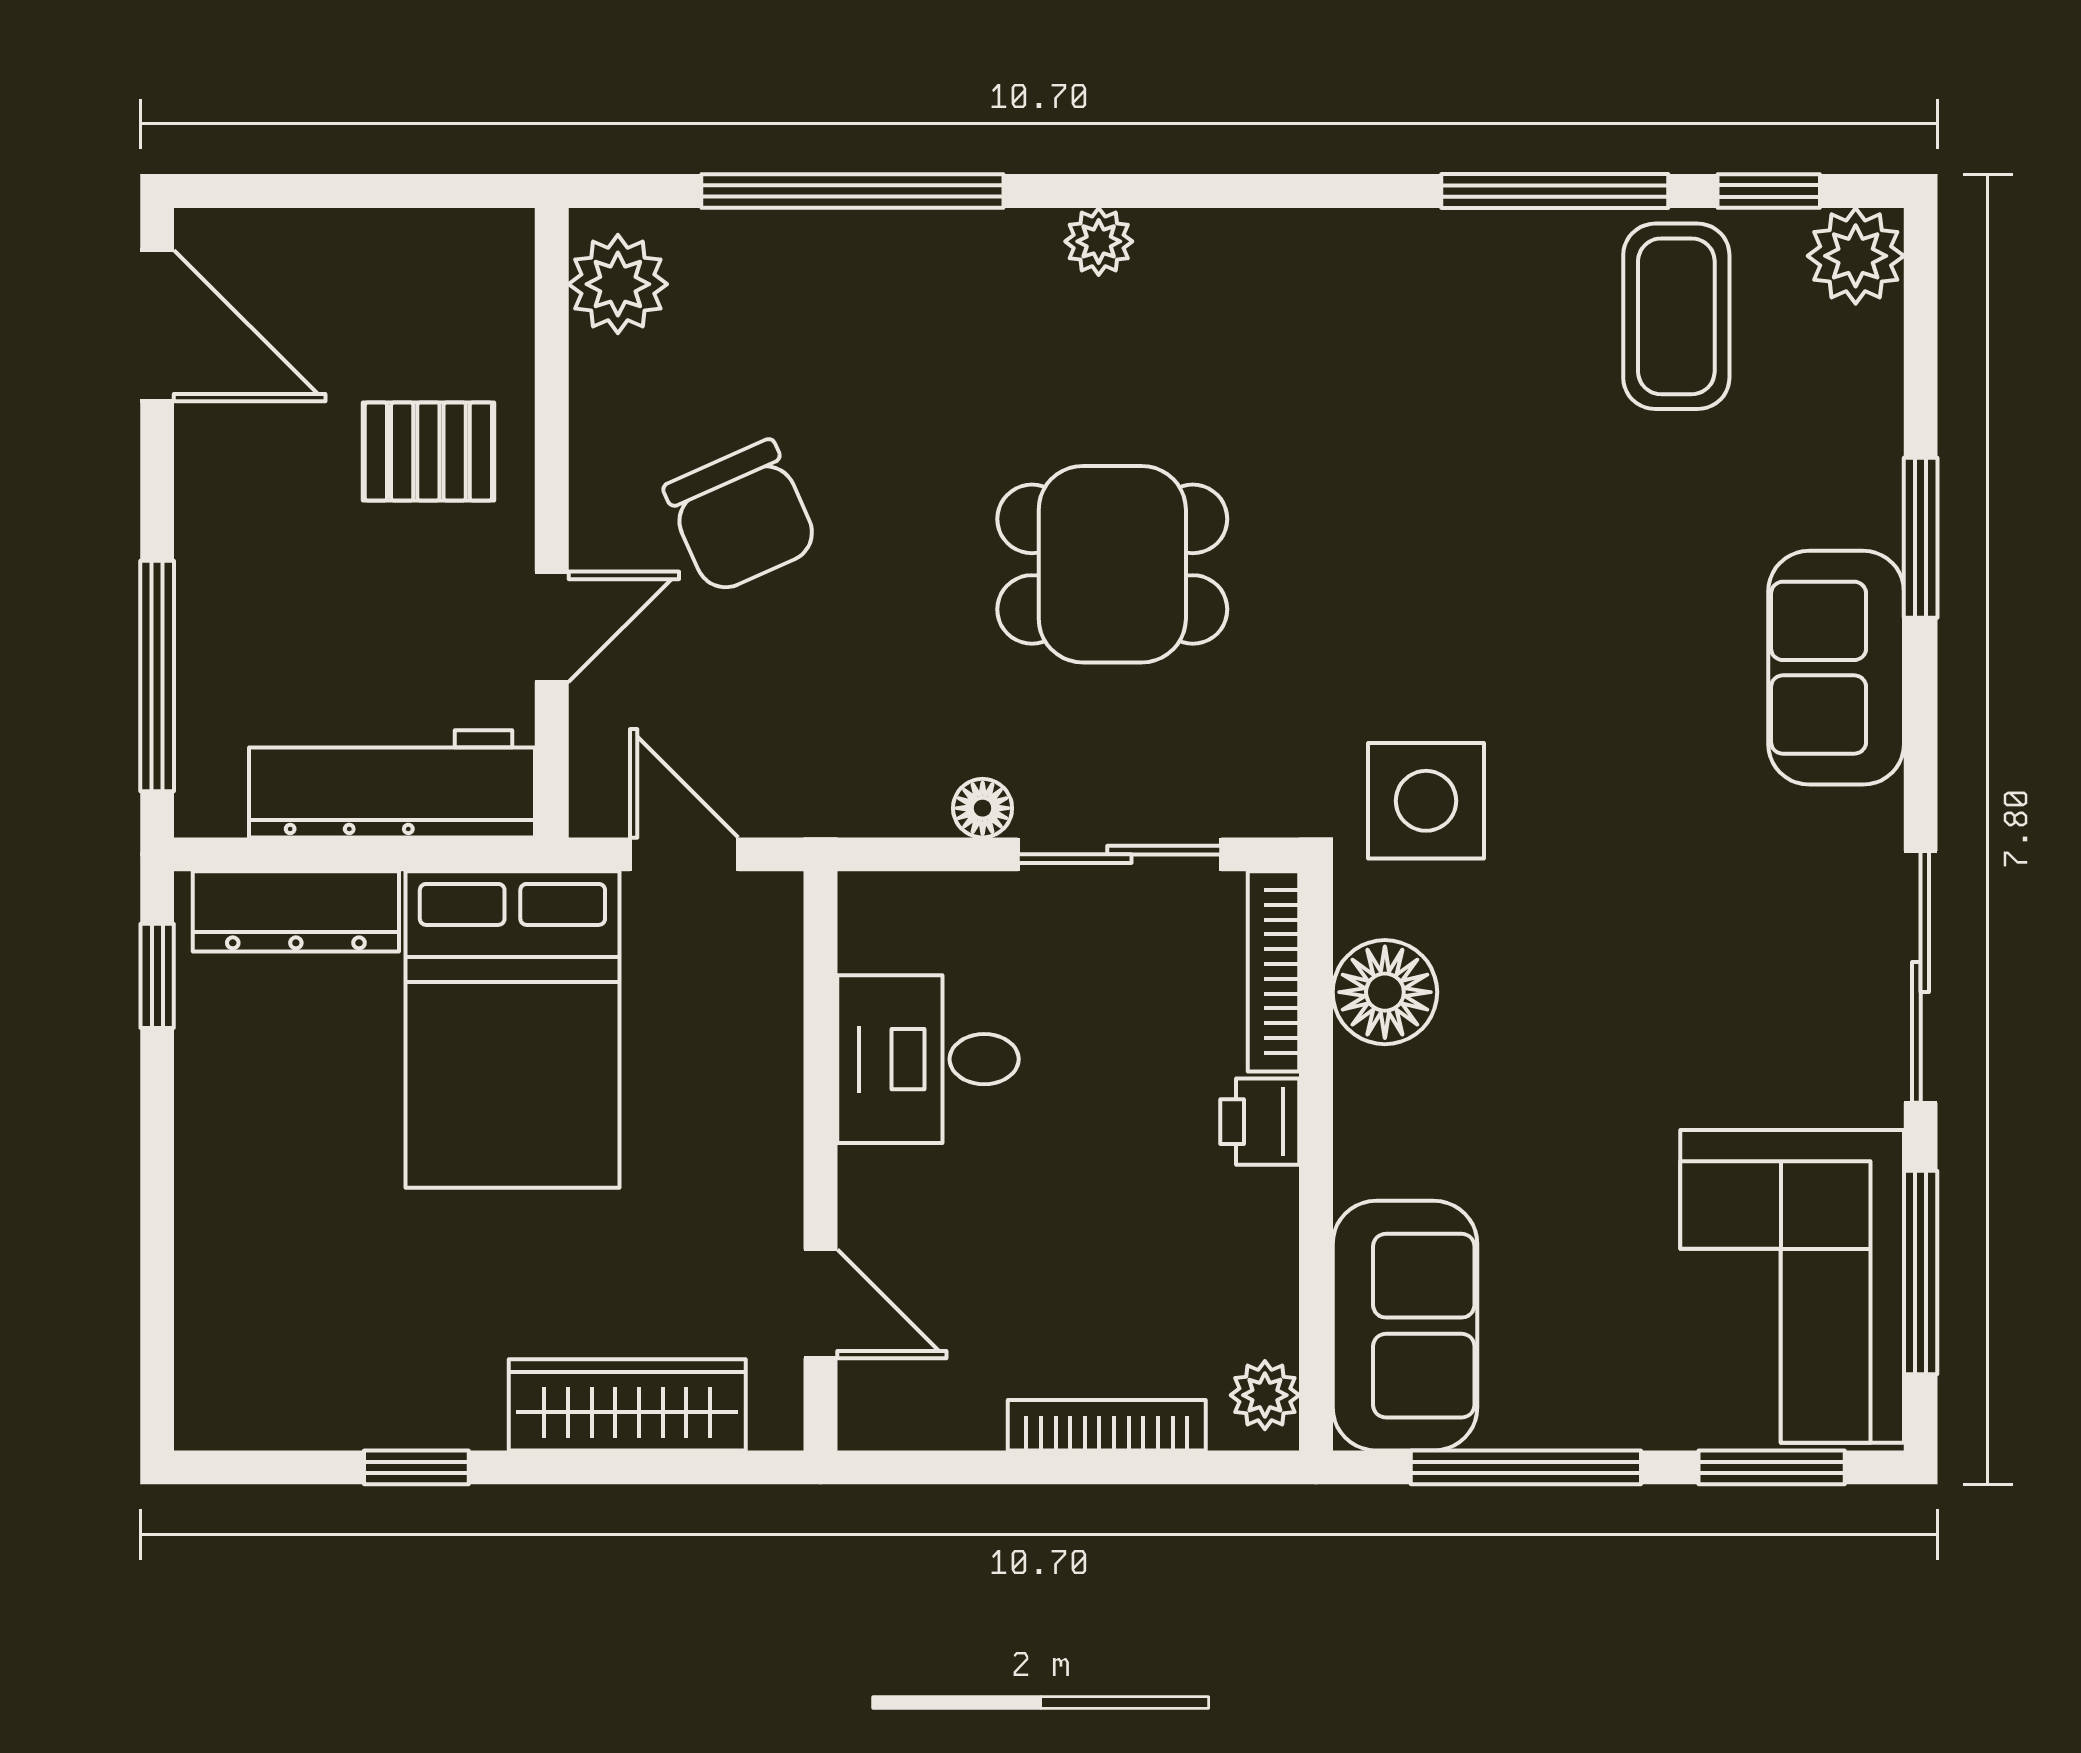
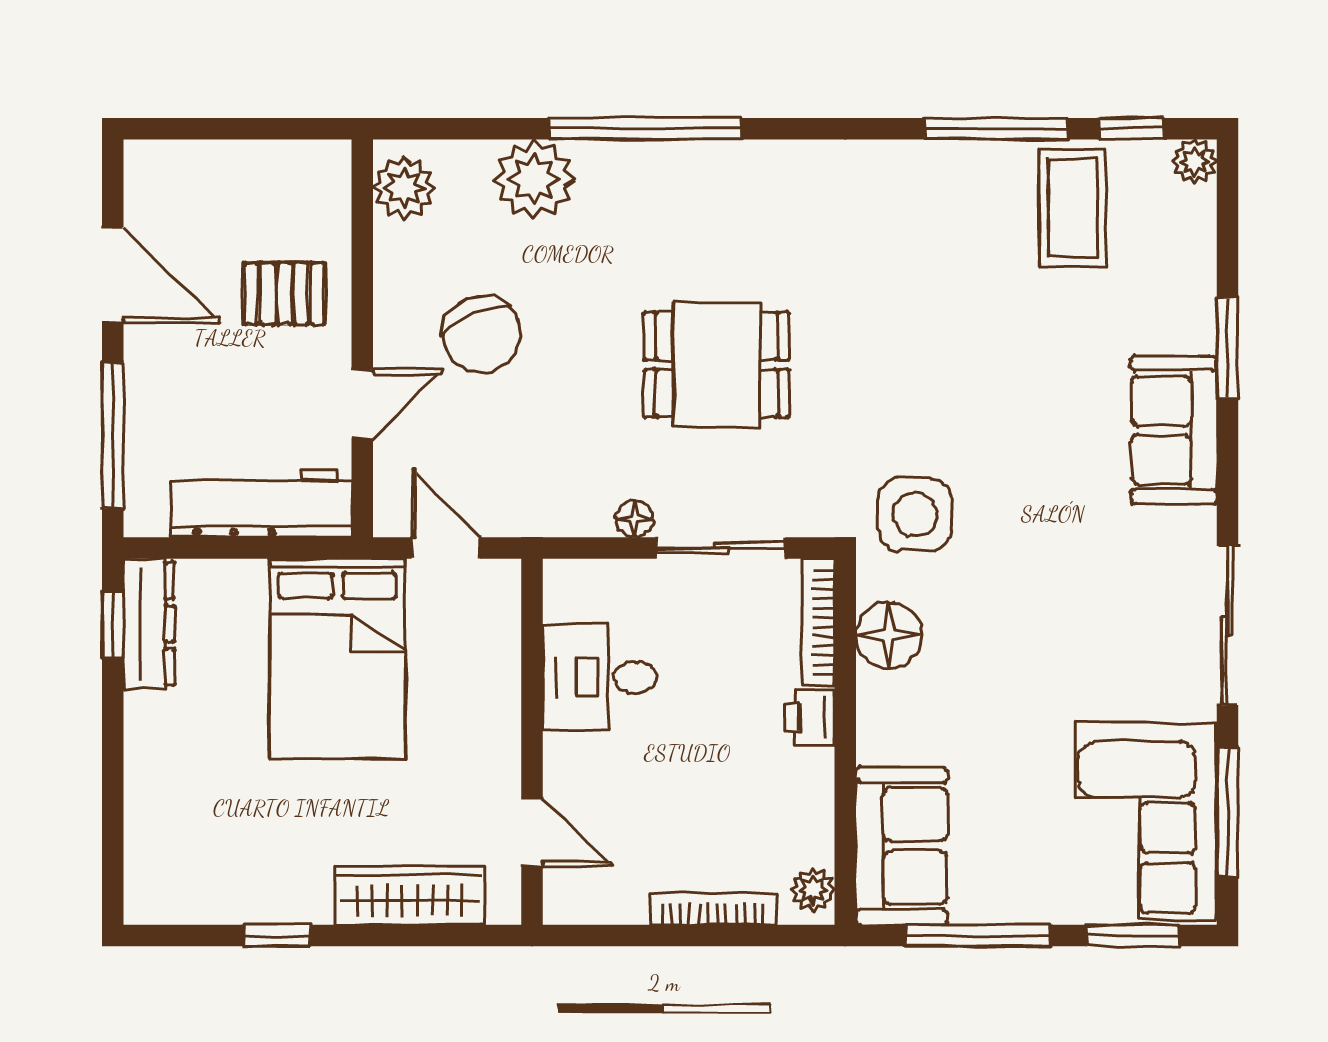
window: (852, 191) -> (645, 129), moved
plant: (1099, 241) -> (534, 179), moved, width x1.88, depth x1.88
plant: (1856, 256) -> (1195, 161), width x0.73, depth x0.73
door: (157, 326) -> (113, 275), moved
dresser: (296, 911) -> (149, 624), moved, turned -90

